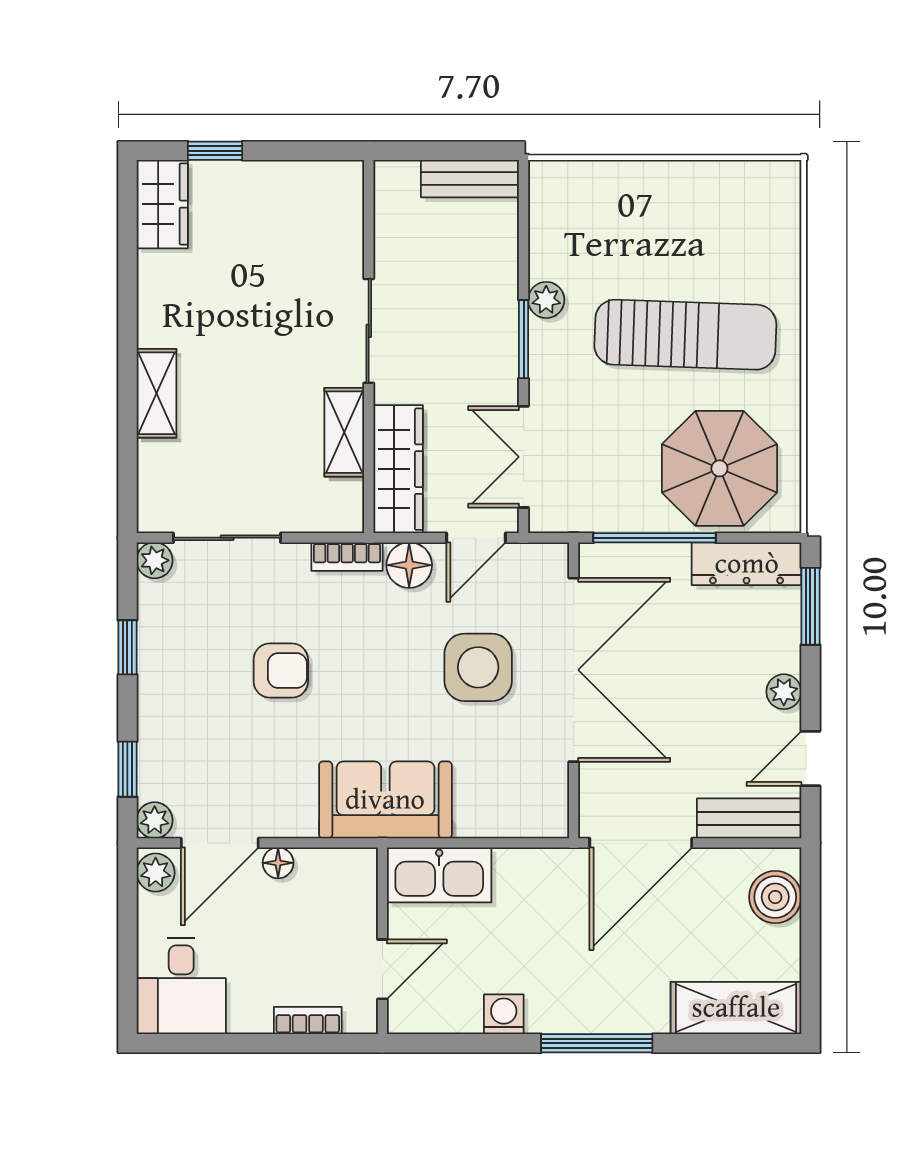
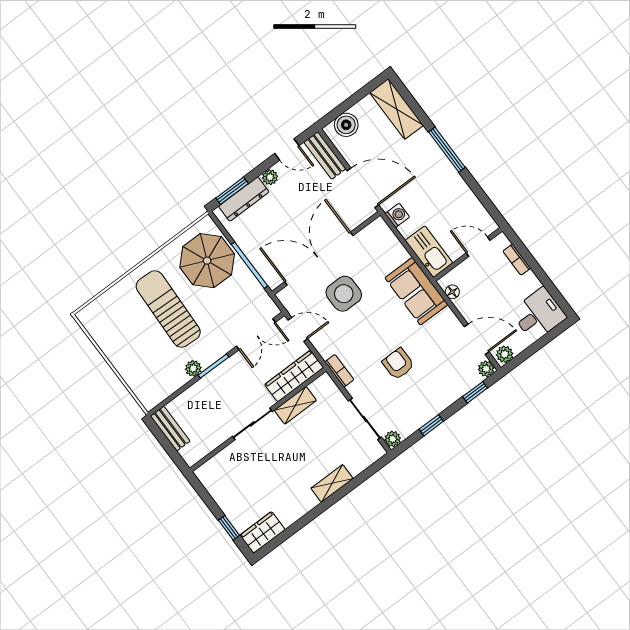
dresser: (747, 564) -> (244, 199), moved, turned 90
floor lamp: (409, 565) -> (326, 346), removed
floor lamp: (278, 863) -> (452, 292), moved
washing machine: (504, 1014) -> (397, 215), moved, turned 180

